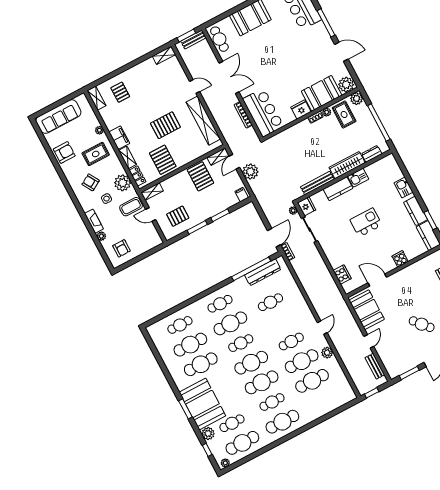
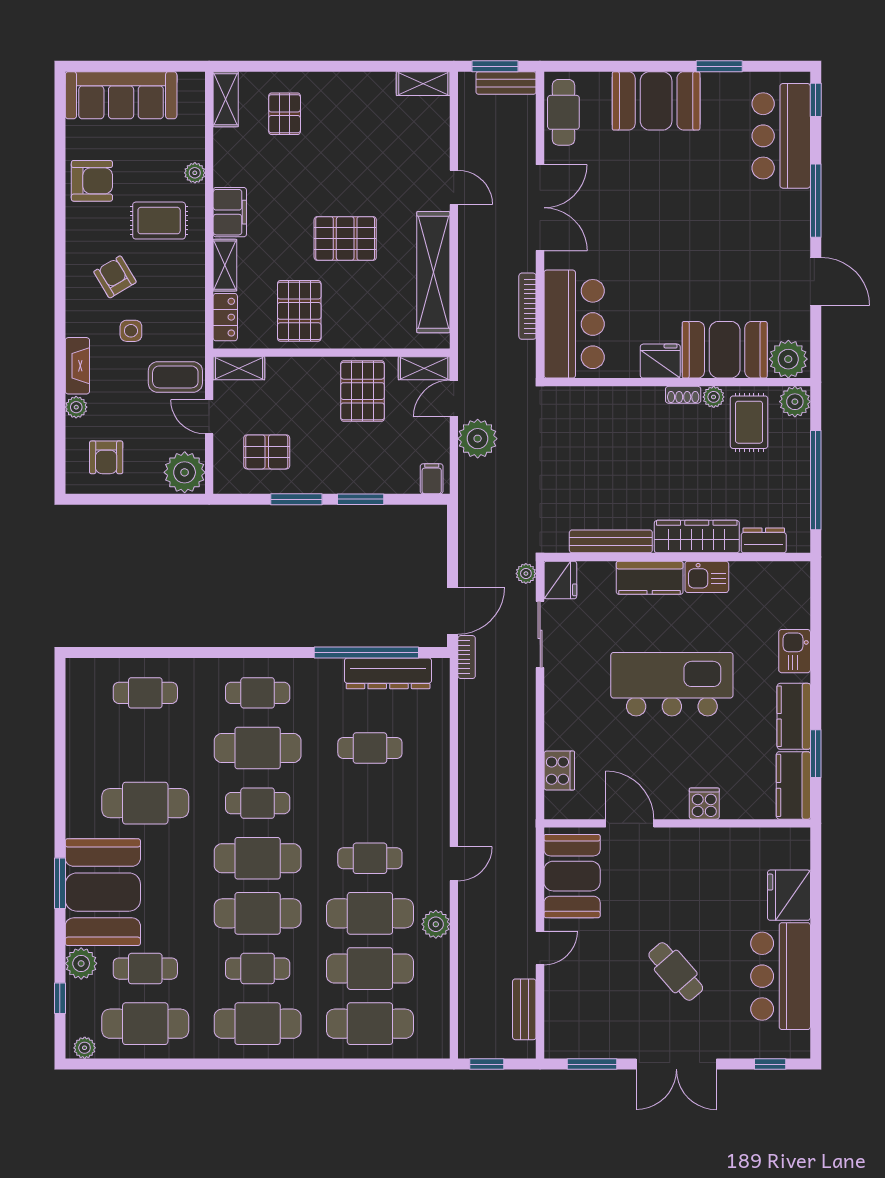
plant: (123, 183) -> (185, 472), moved
kitchen island: (366, 222) -> (672, 684), width x1.87, depth x1.28
cafe table: (190, 345) -> (370, 1024), moved

